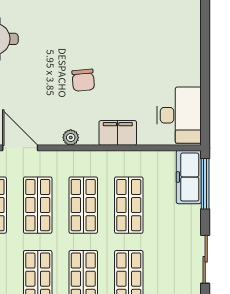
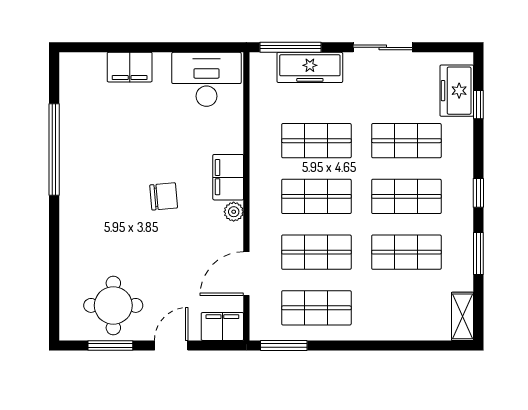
filing cabinet: (189, 52) -> (130, 67), added
filing cabinet: (118, 133) -> (228, 177), moved
freezer: (189, 177) -> (310, 67), moved

